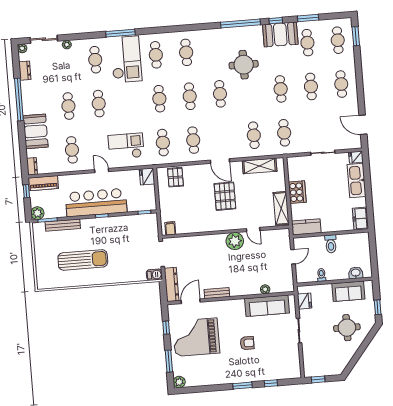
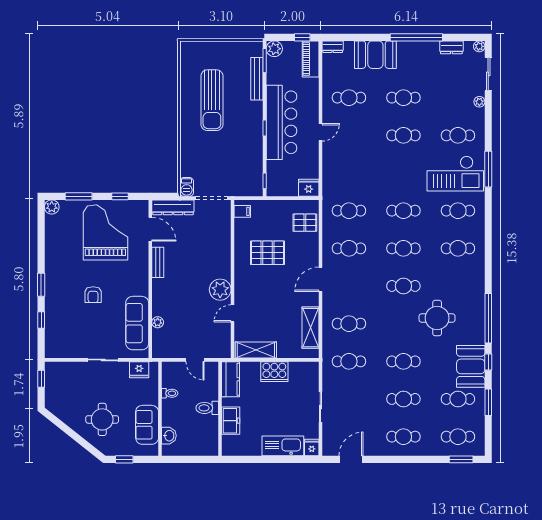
checkout: (126, 146) -> (348, 165), removed
pallet: (225, 196) -> (268, 253), moved
freezer: (360, 219) -> (231, 421), moved, turned 90

